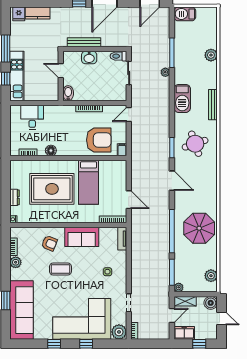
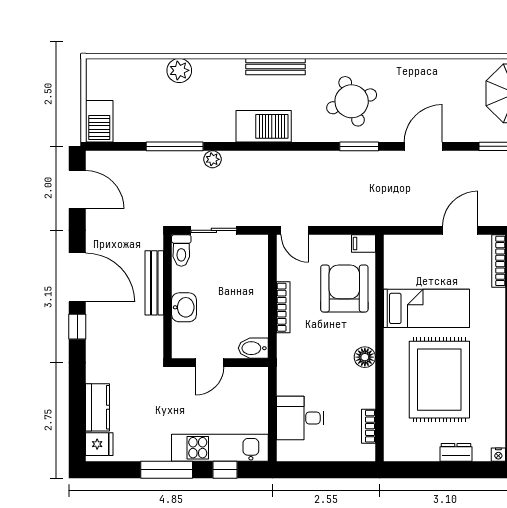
bench: (84, 42) -> (154, 283), moved
floor lamp: (51, 151) -> (365, 357), moved

